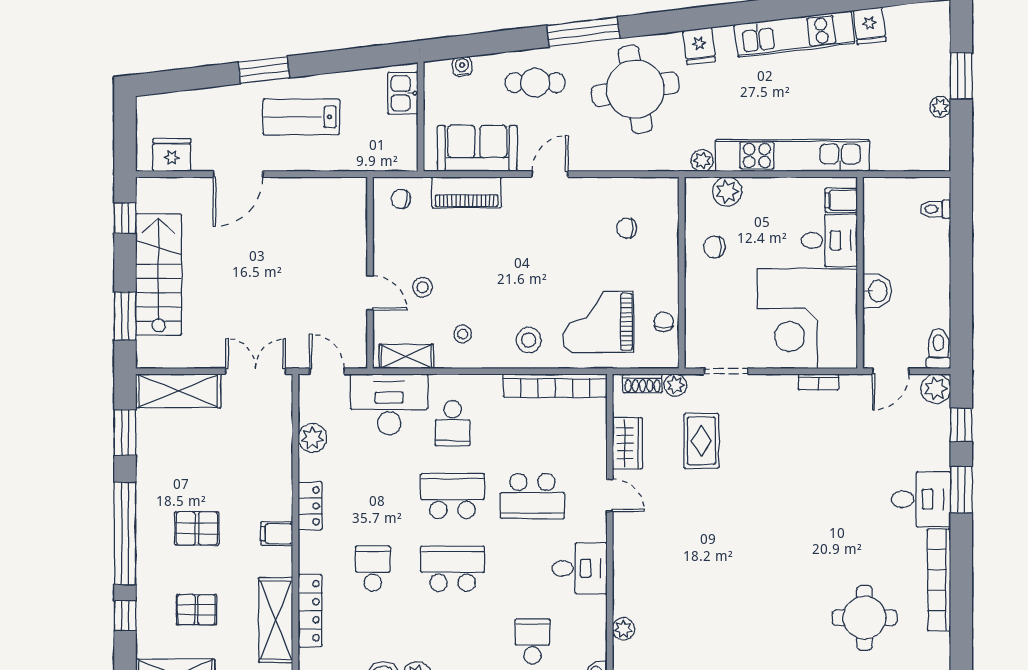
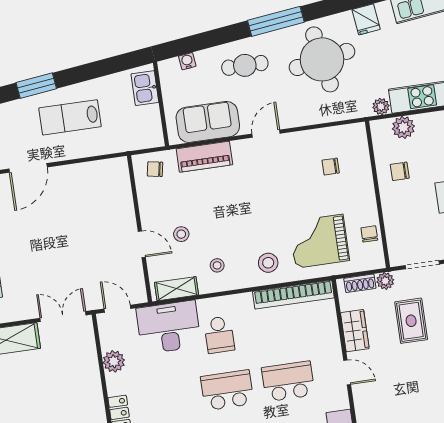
school desk: (532, 496) -> (288, 381), turned 180

